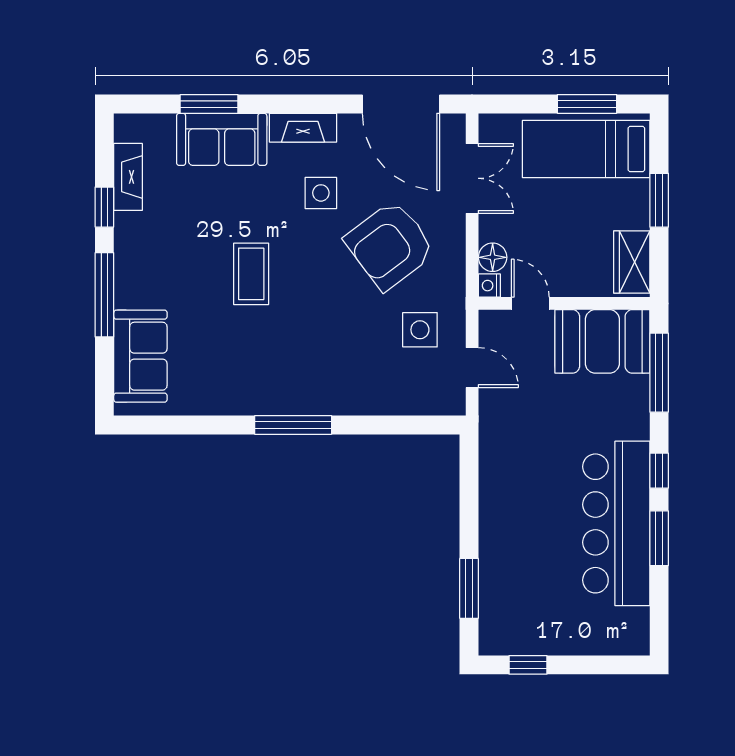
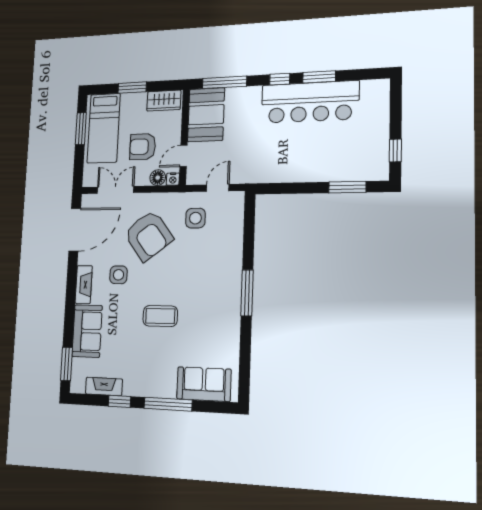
window: (209, 104) -> (67, 364), moved
armchair: (549, 226) -> (143, 147), added

